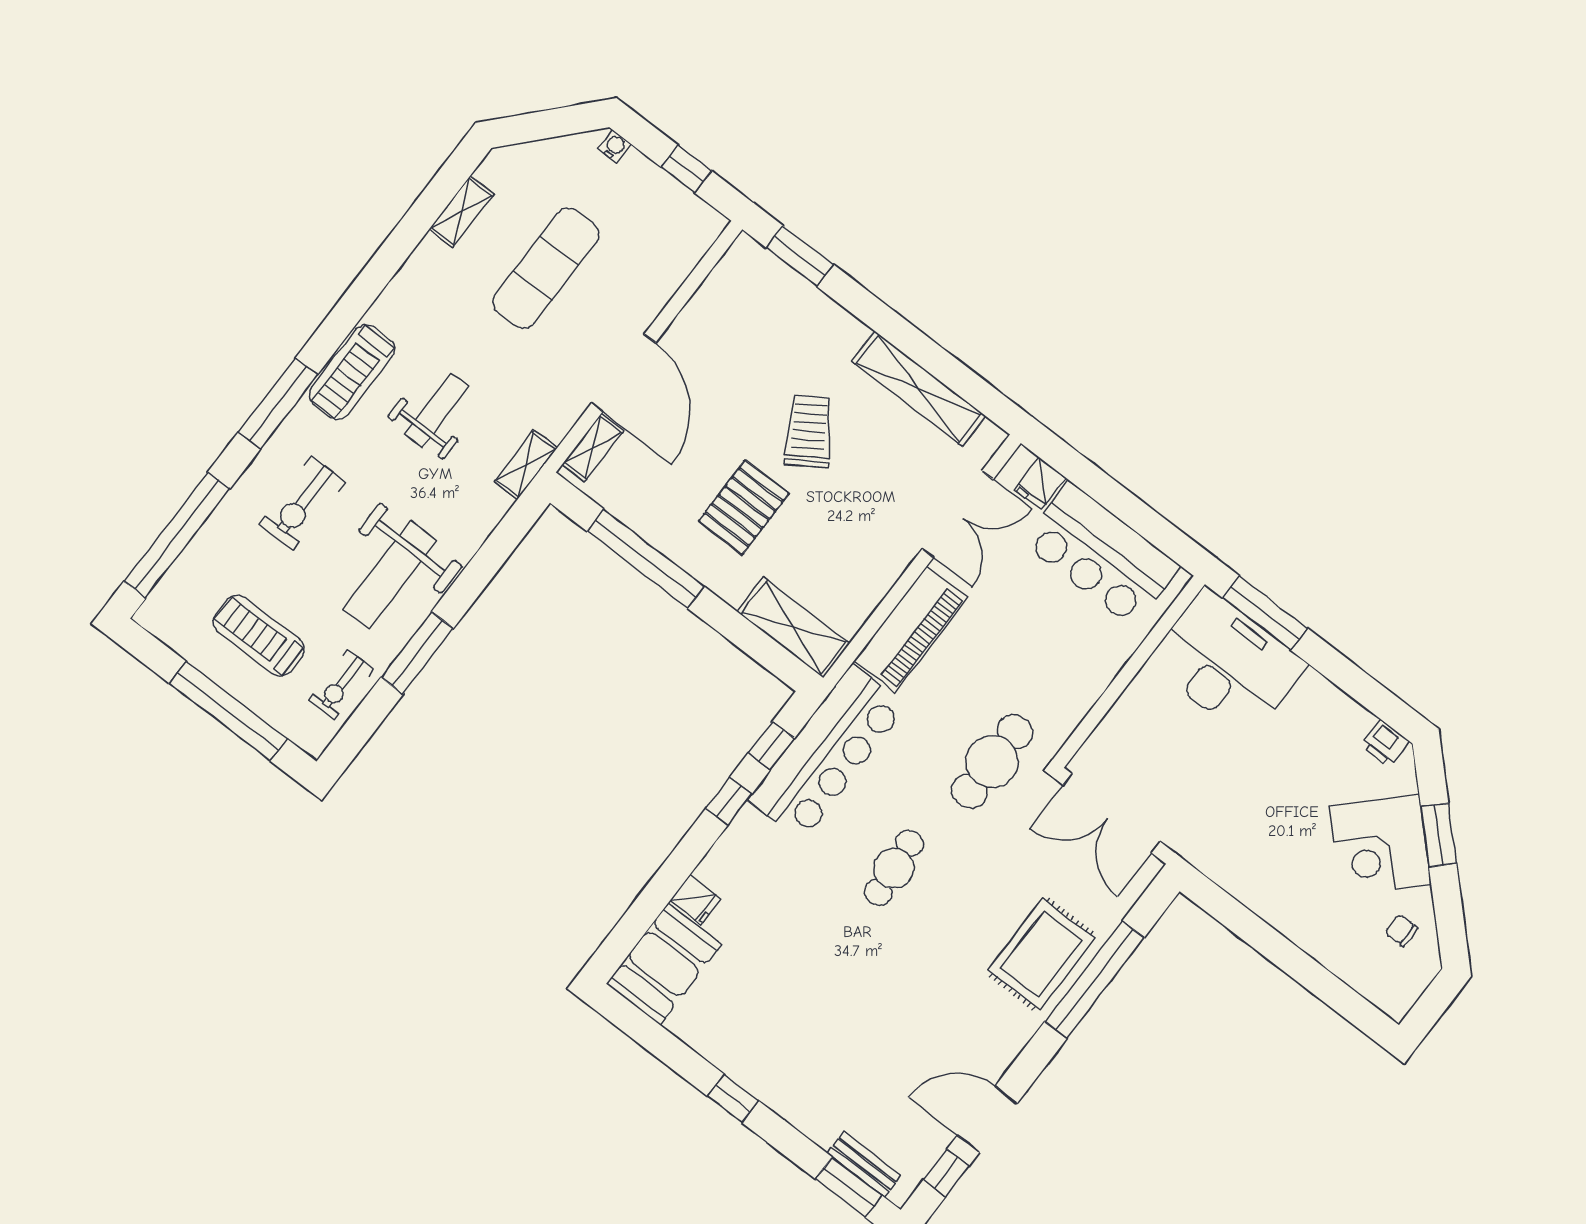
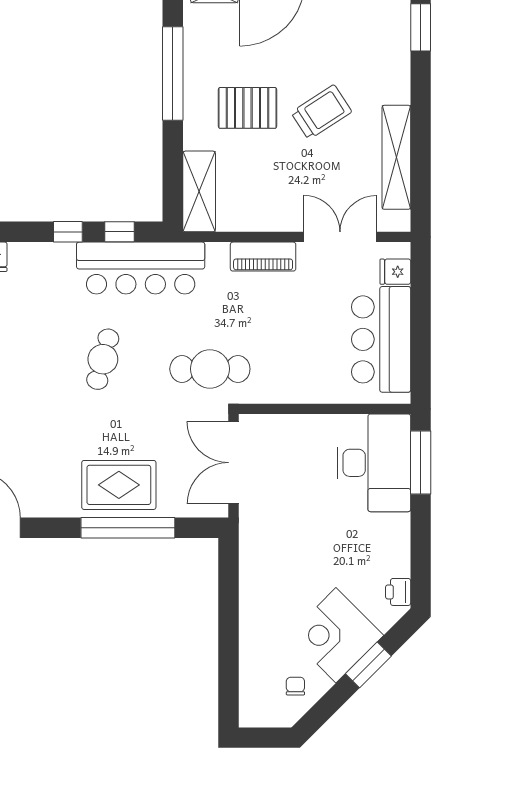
double door: (958, 514) -> (340, 237), swing flipped
piano: (911, 629) -> (263, 257), width x0.73, depth x0.75
cafe table: (894, 868) -> (103, 359), turned -70

